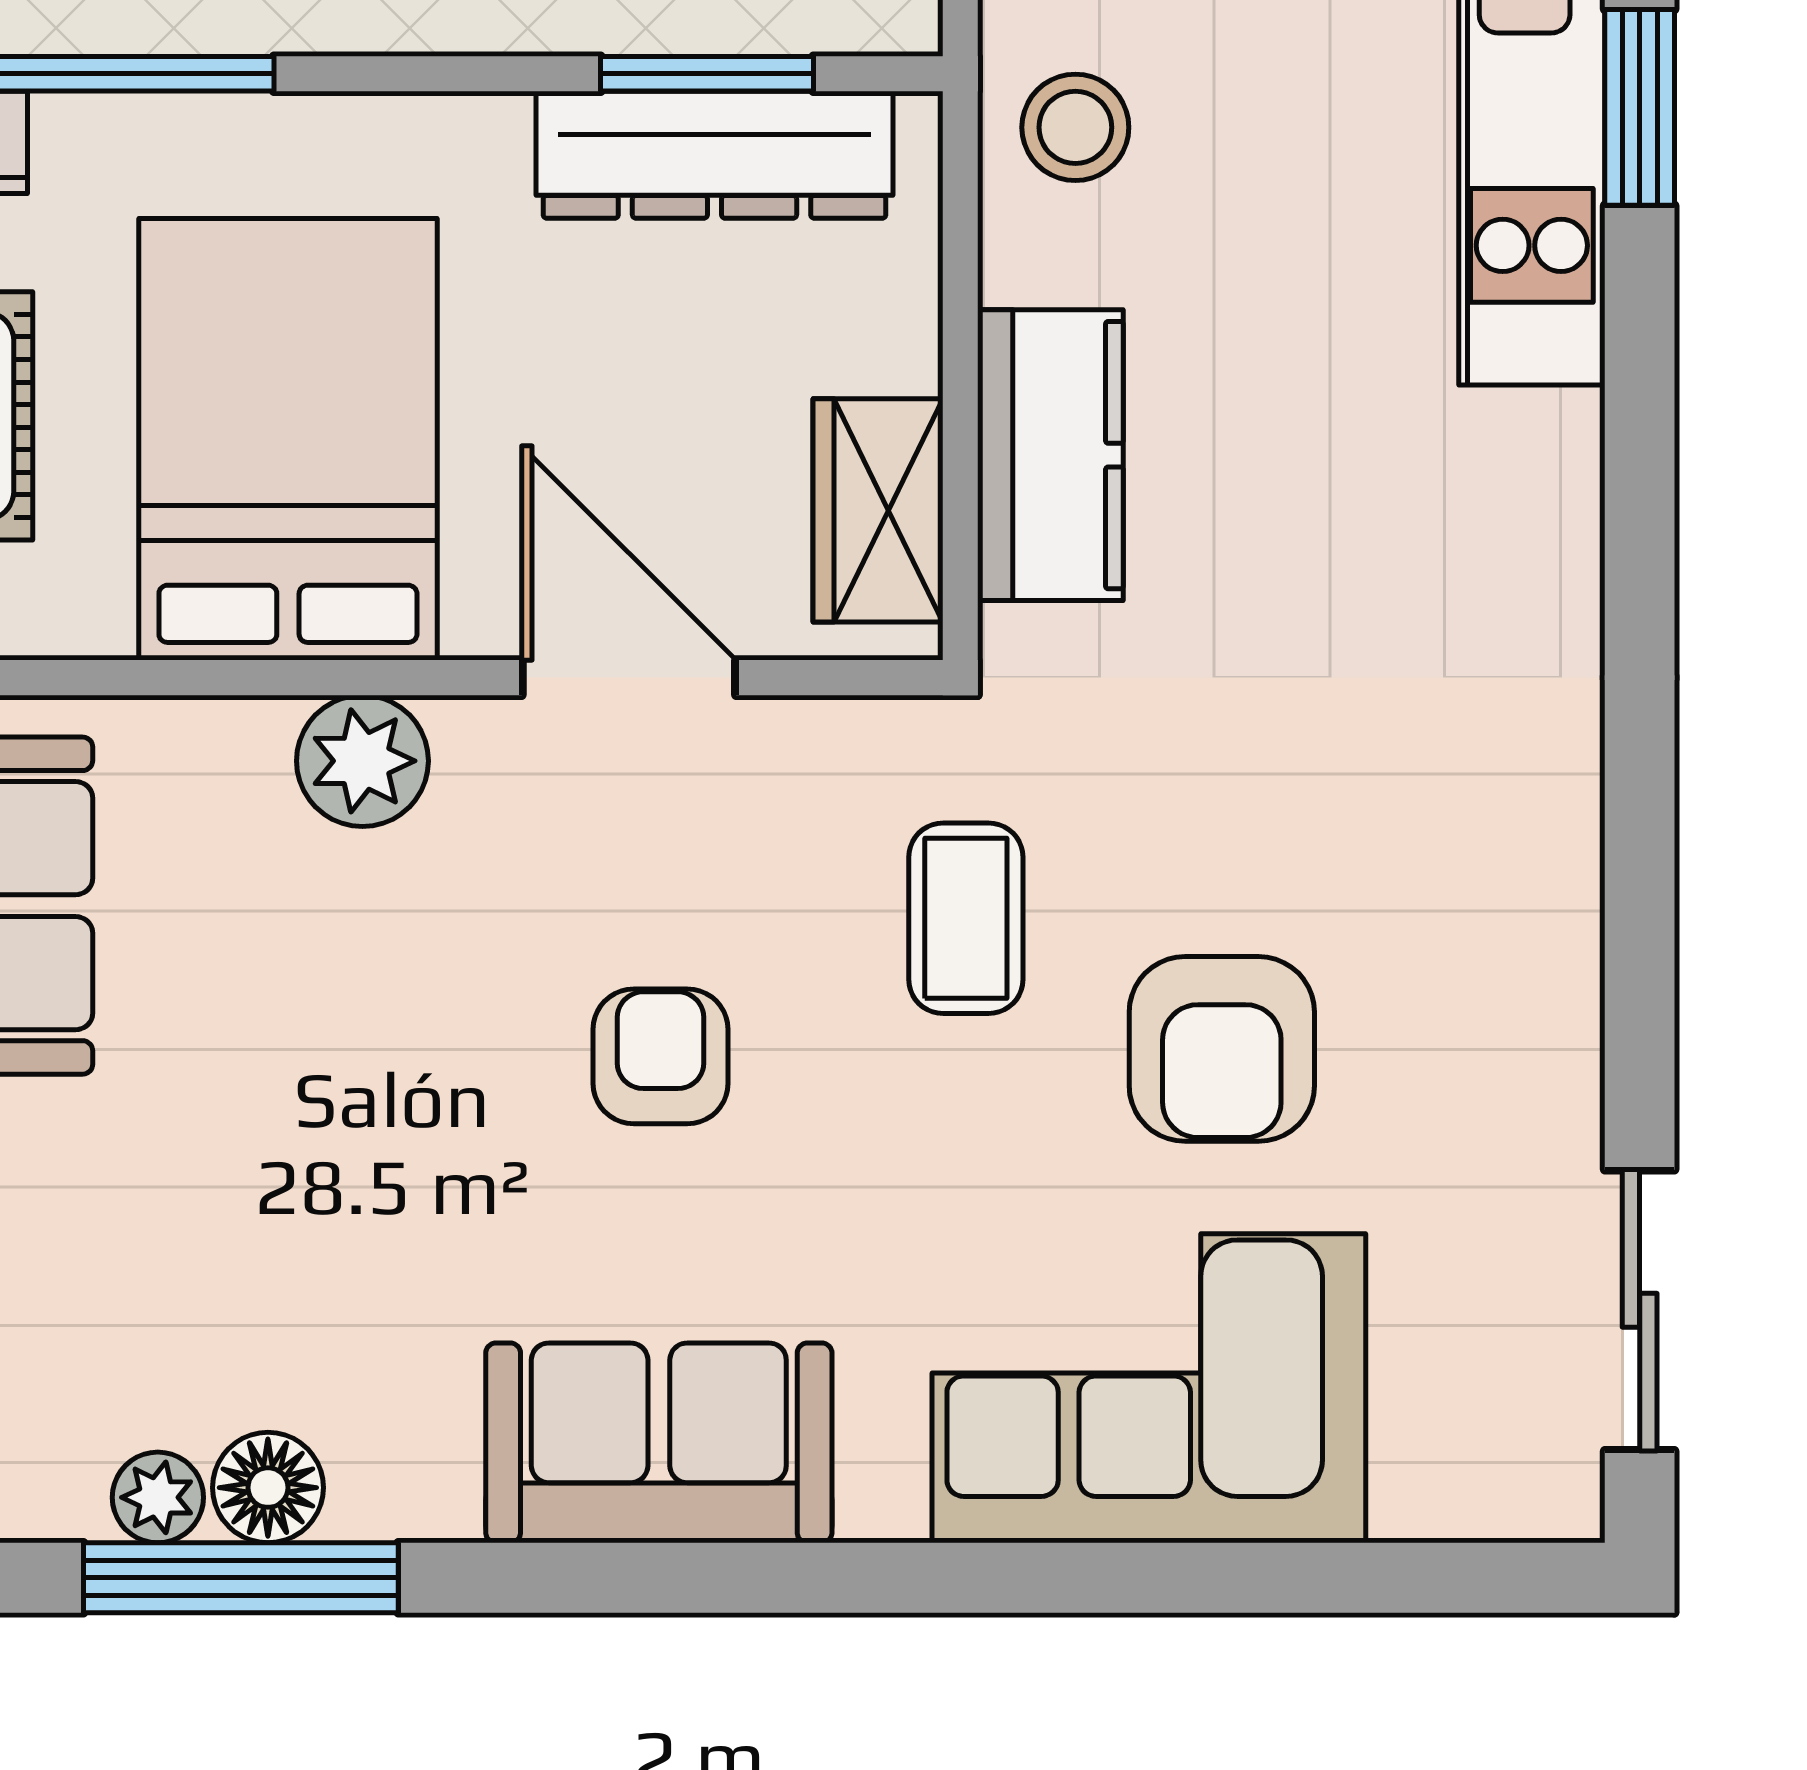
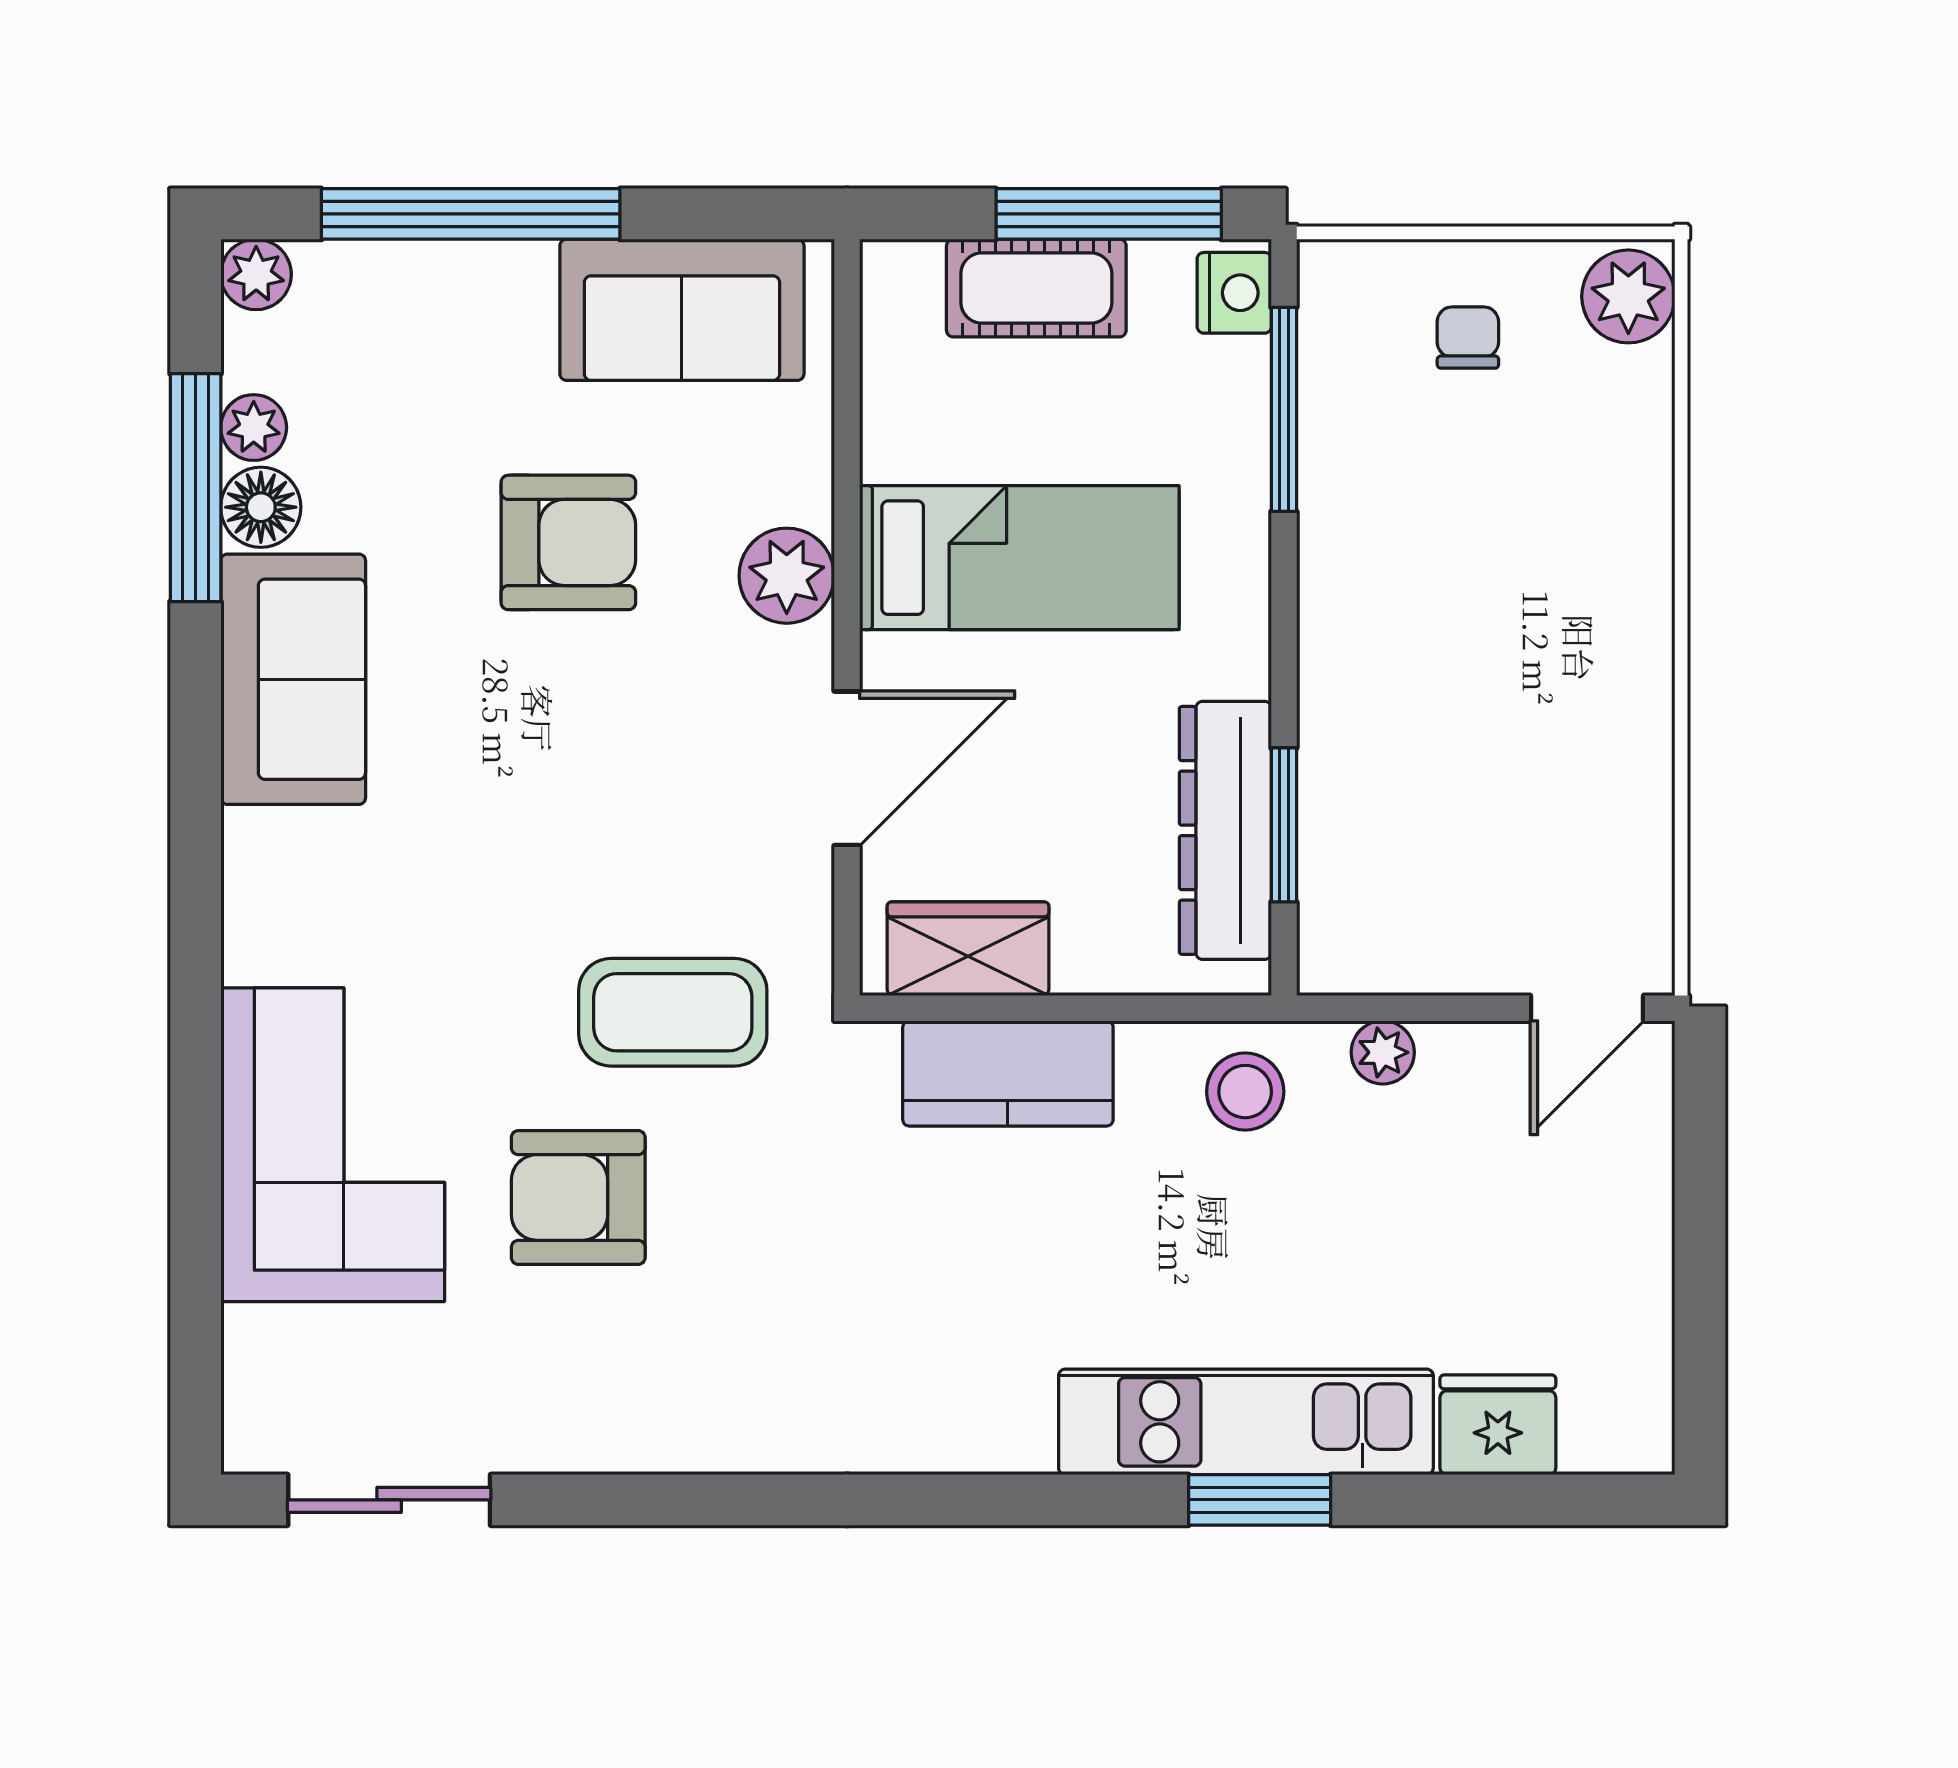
bed: (288, 439) -> (1019, 558), width x0.67
coffee table: (966, 918) -> (673, 1012), width x1.36, depth x1.30
armchair: (661, 1056) -> (568, 542), moved, width x1.38, depth x1.38
sofa: (659, 1443) -> (293, 679), moved

